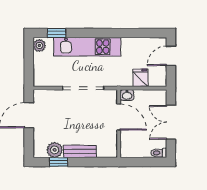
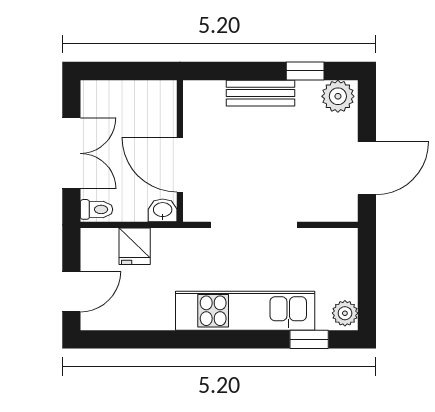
plant: (55, 150) -> (338, 96), moved
toilet: (159, 153) -> (97, 209), moved

